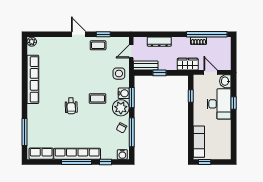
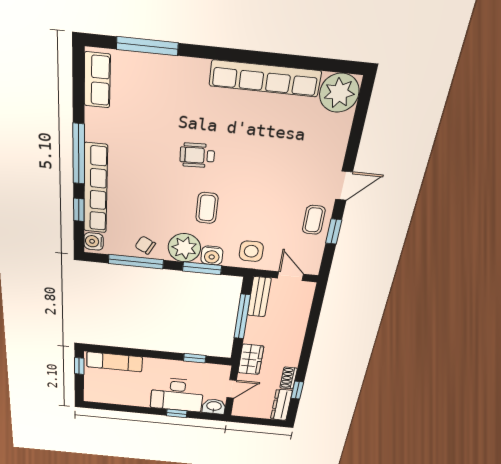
window: (207, 34) -> (297, 390), width x0.32
plant: (32, 42) -> (339, 93), width x1.88, depth x1.88
dresser: (159, 42) -> (281, 405), moved
window: (159, 73) -> (242, 317), width x2.17
row of seats: (77, 154) -> (95, 189), moved

